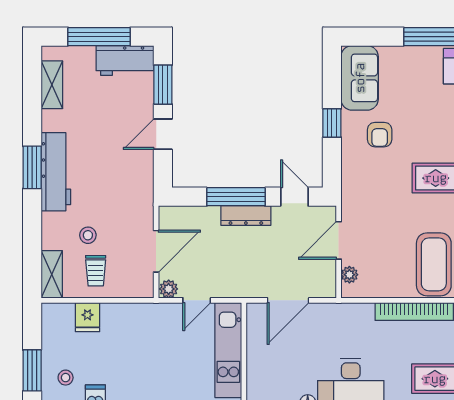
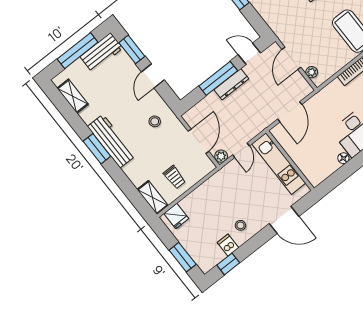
stool: (88, 235) -> (155, 121), moved
fridge: (87, 317) -> (176, 216), moved
stool: (66, 378) -> (240, 225), moved

